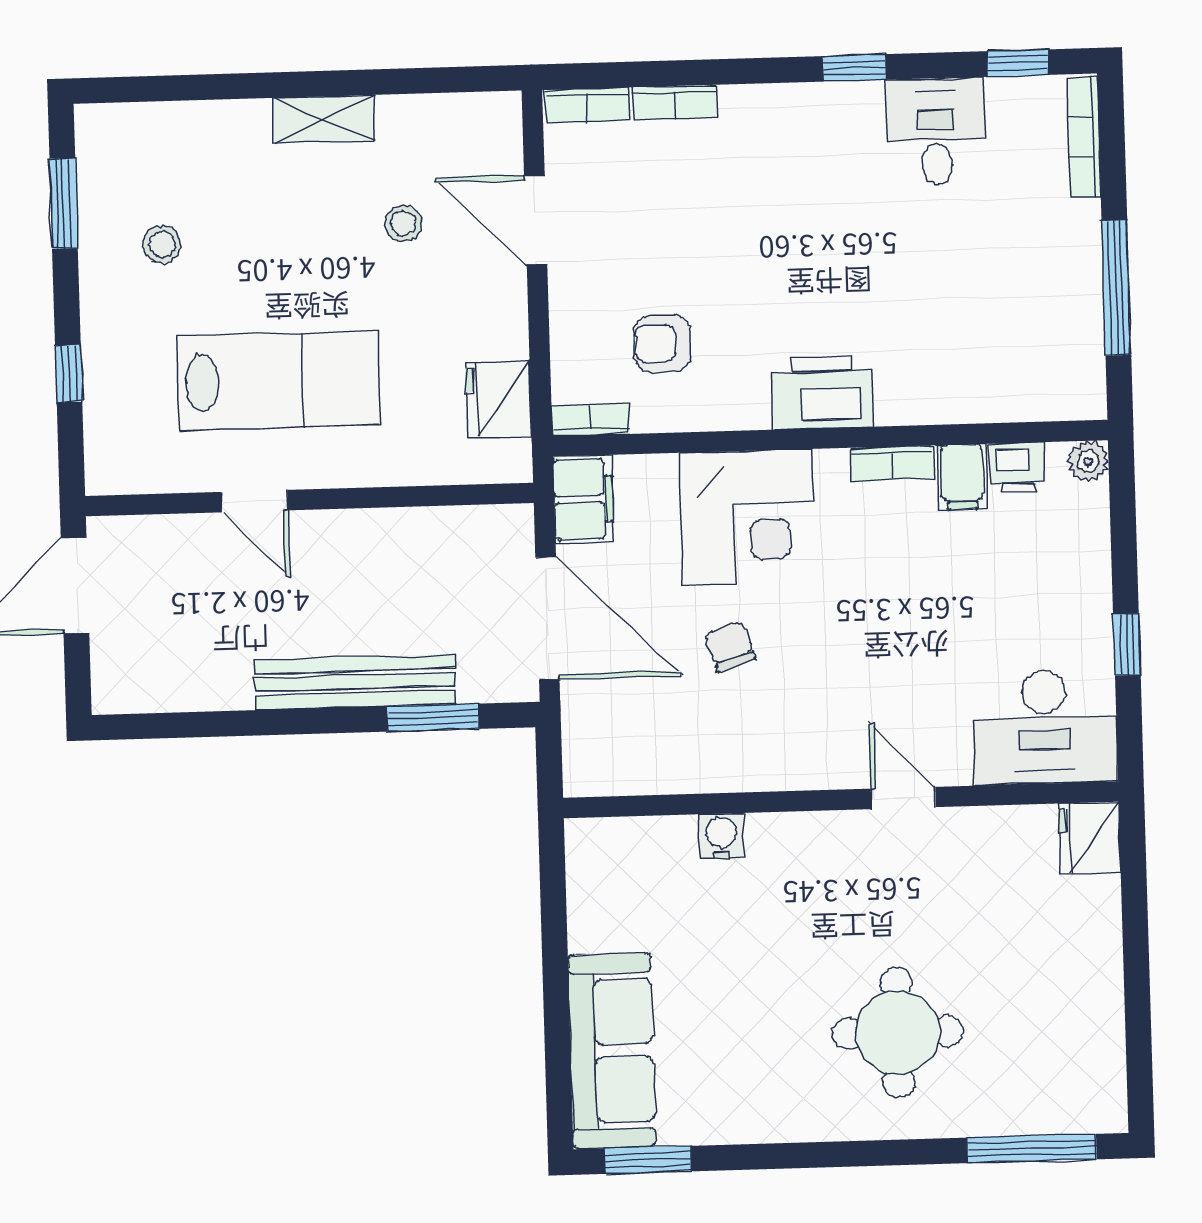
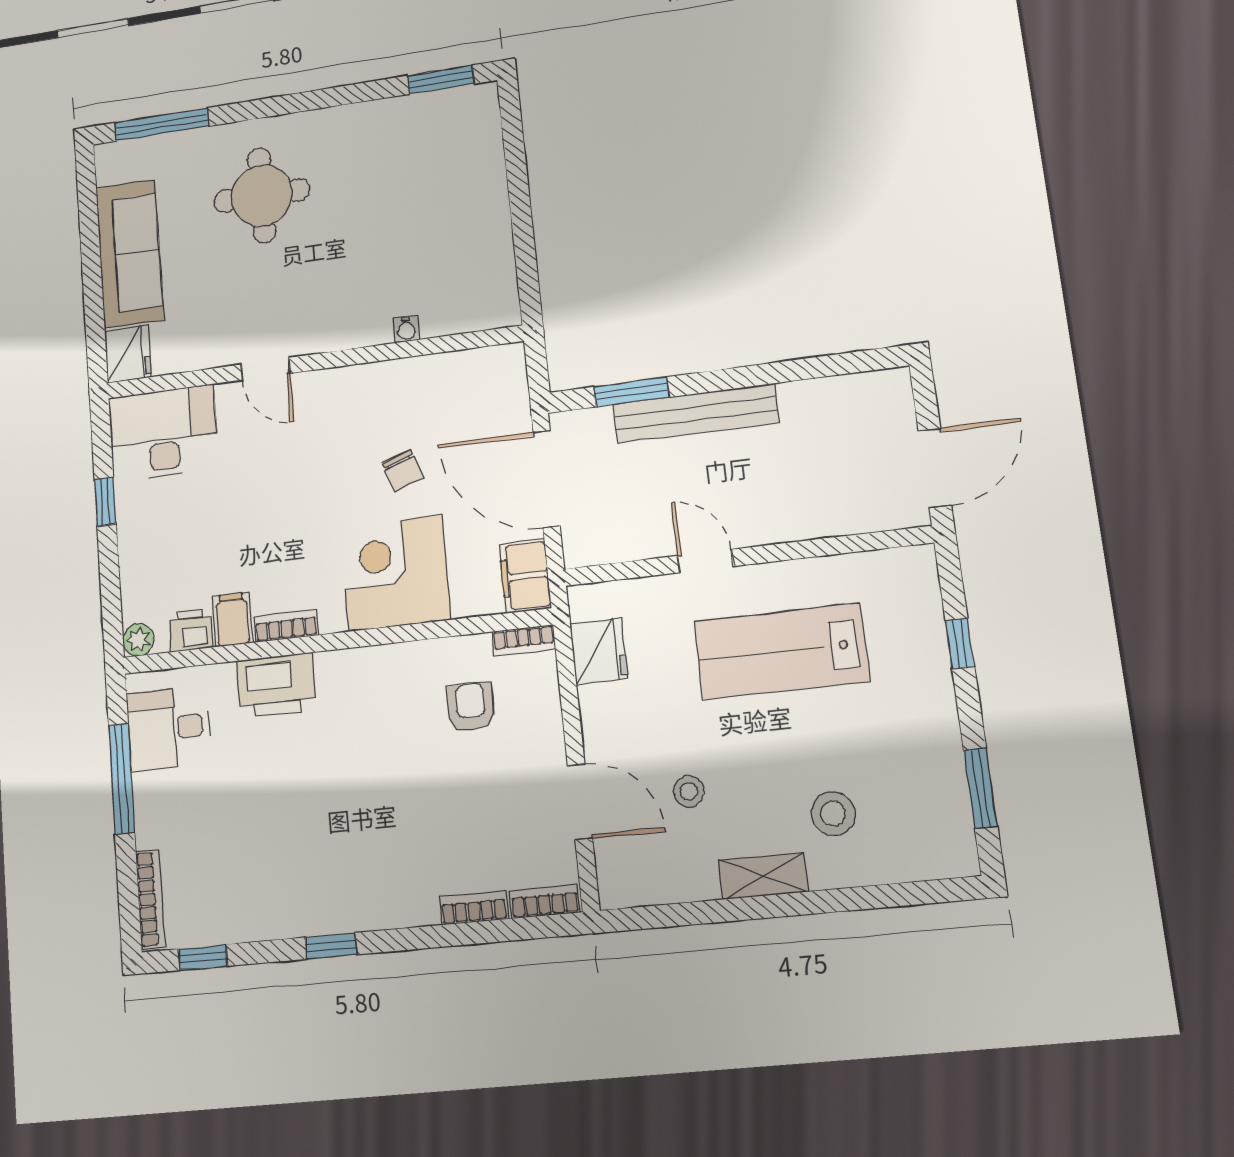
desk: (936, 131) -> (168, 728), moved, turned 90
stool: (162, 244) -> (833, 814), moved, width x1.37, depth x1.37
armchair: (662, 343) -> (471, 707), turned -90
printer: (822, 393) -> (276, 685), moved
door: (254, 501) -> (705, 561), moved
water cooler: (721, 836) -> (406, 329), width x0.72, depth x0.72
sofa: (612, 1051) -> (130, 254), moved, turned 180

